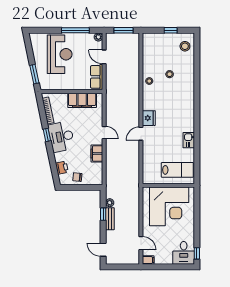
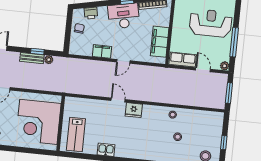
reception desk: (60, 54) -> (211, 23), turned 180
door: (104, 57) -> (203, 70), hinge flipped

